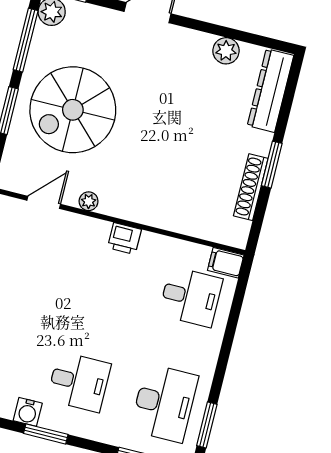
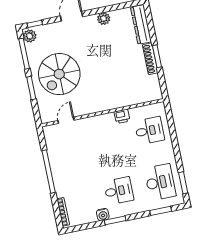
plant: (226, 51) -> (104, 19), moved
shoe rack: (251, 187) -> (150, 59), moved
plant: (89, 201) -> (85, 110), removed
printer: (124, 239) -> (122, 116), moved
filing cabinet: (226, 263) -> (158, 108), removed

